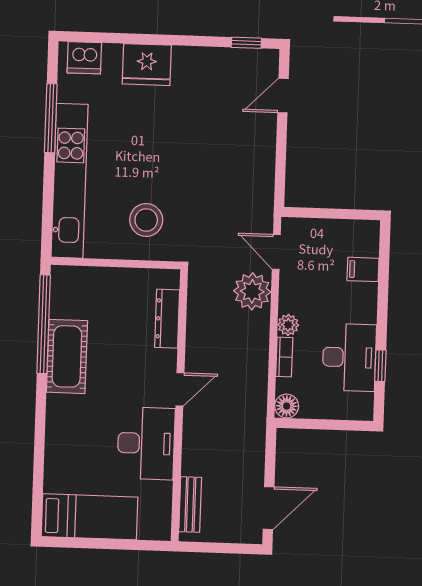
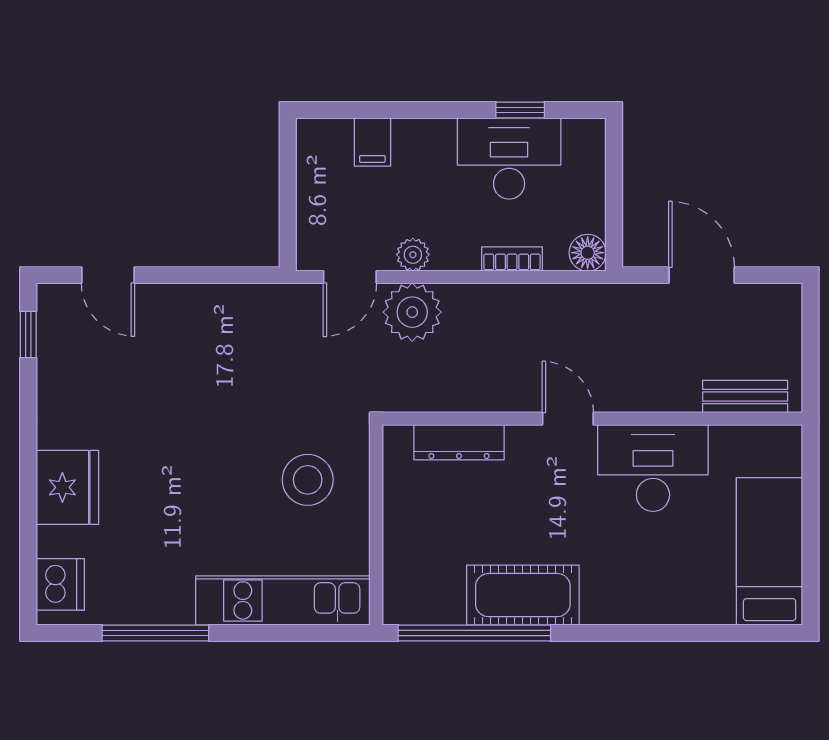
kitchen unit: (70, 181) -> (283, 600), width x0.73
plant: (288, 325) -> (413, 255), moved
door: (269, 508) -> (702, 275), moved

